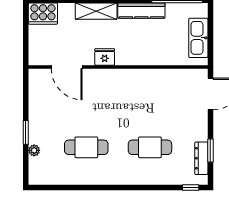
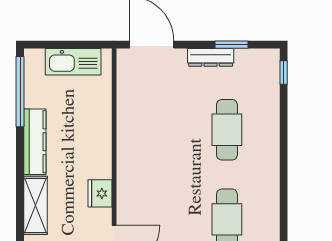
dresser: (201, 158) -> (211, 57), moved

